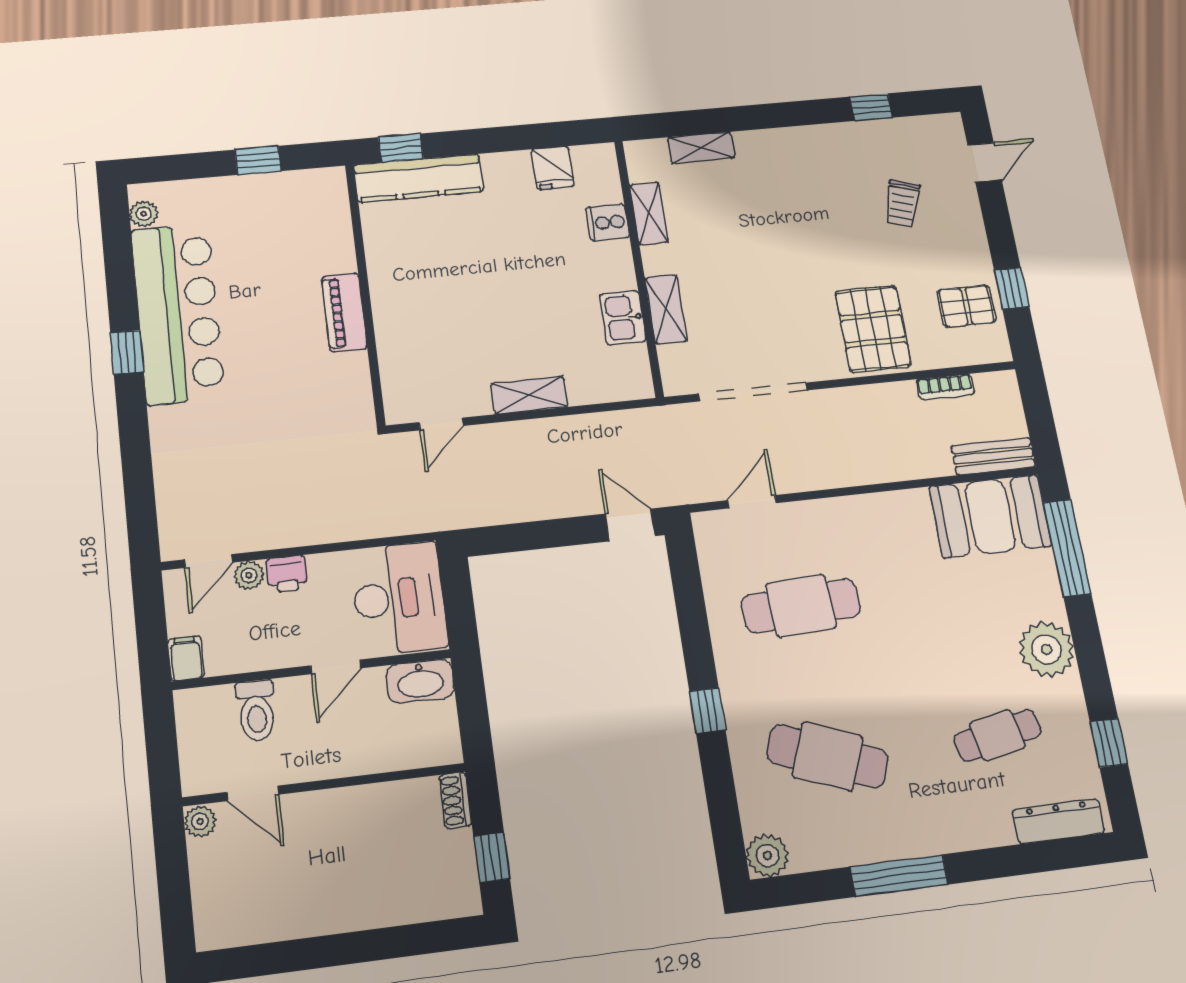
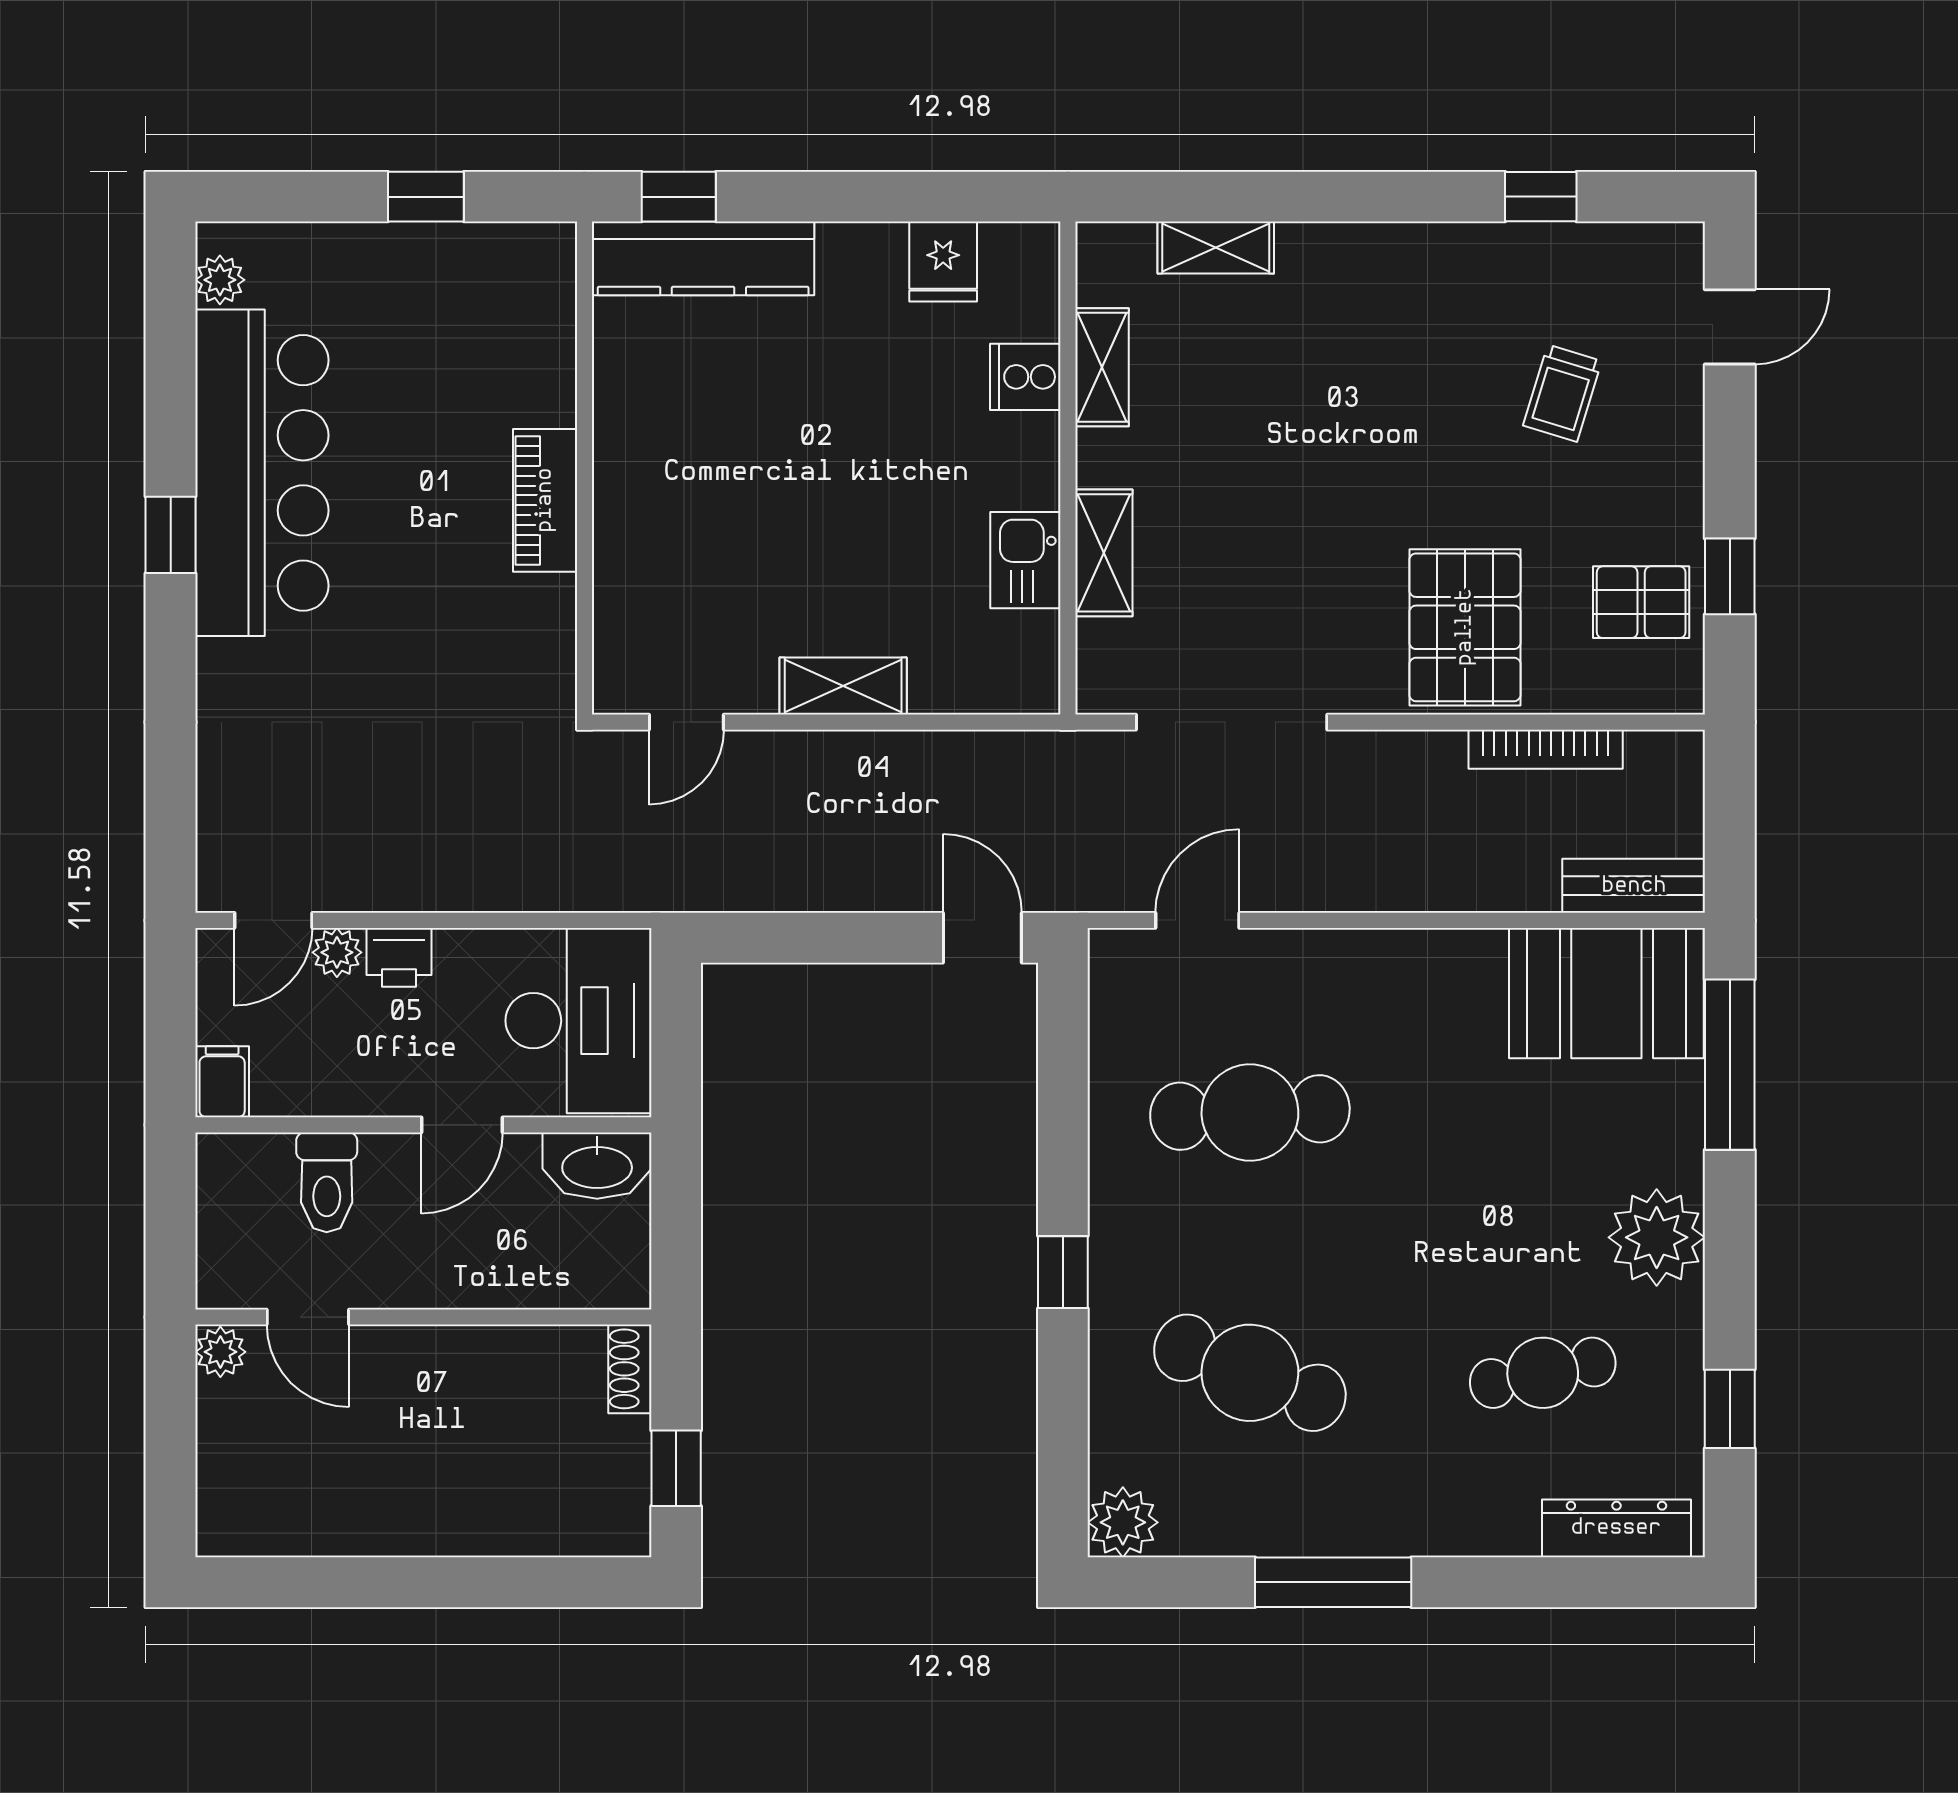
bookcase: (945, 387) -> (1546, 749), width x1.56

